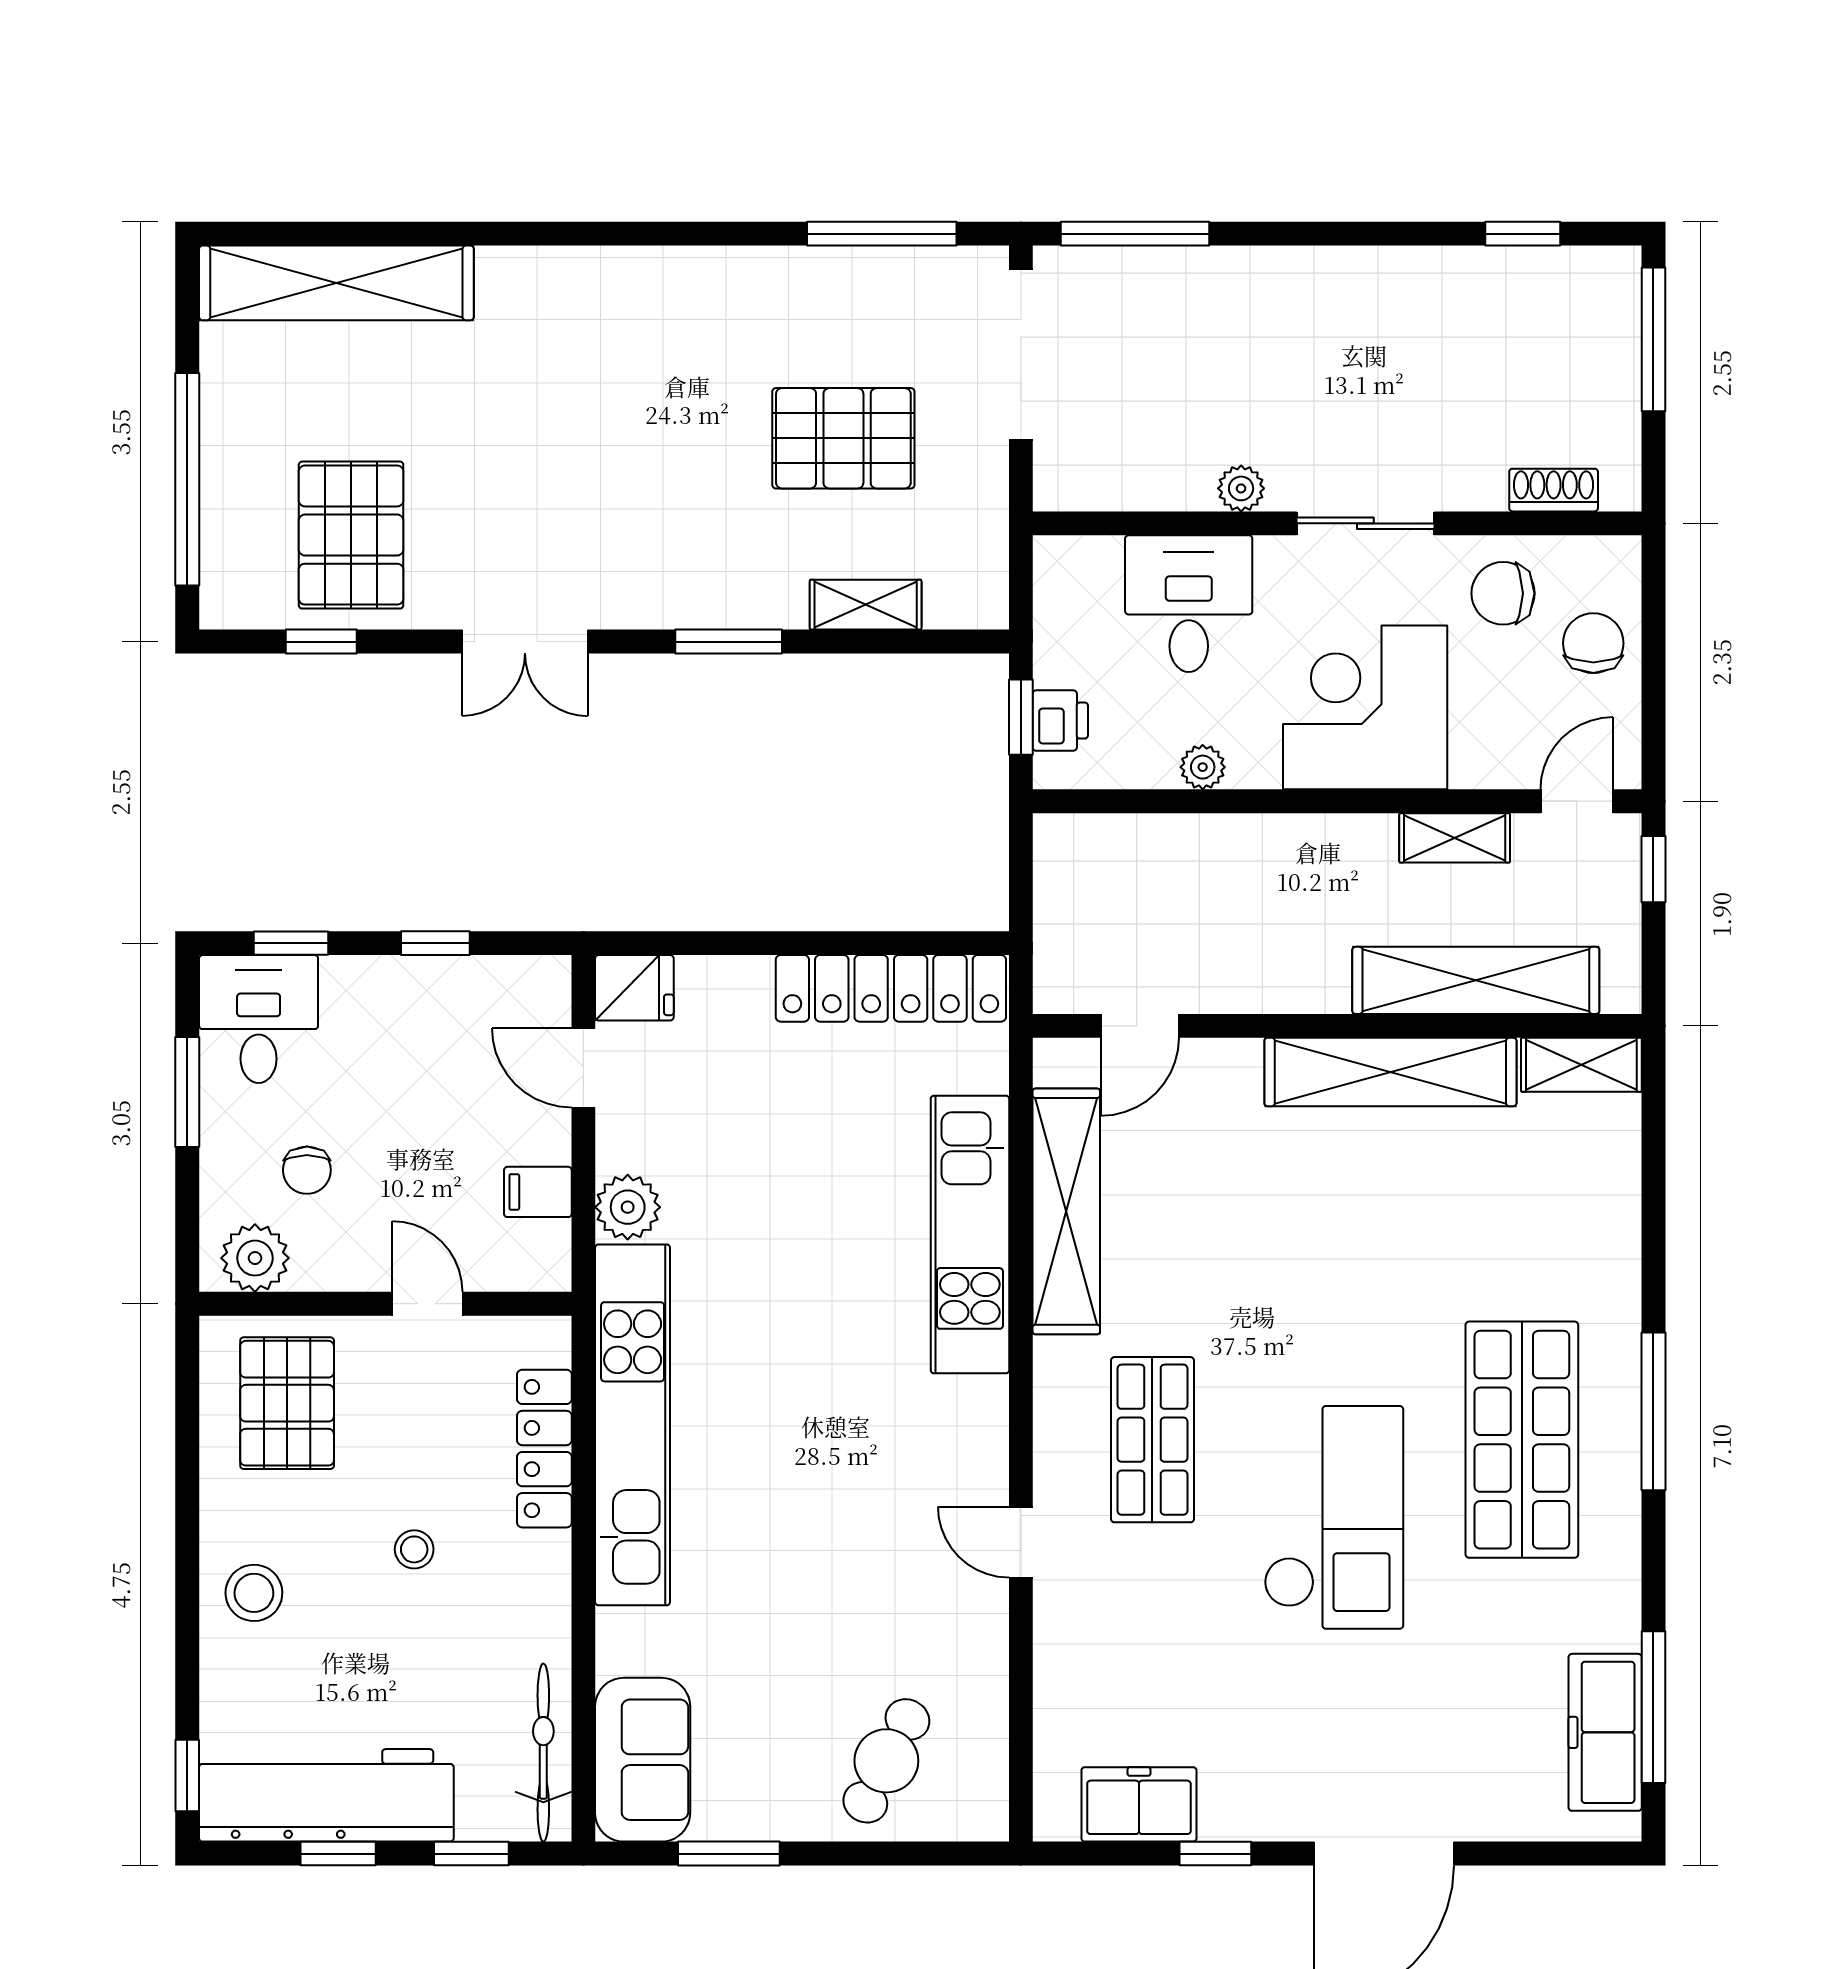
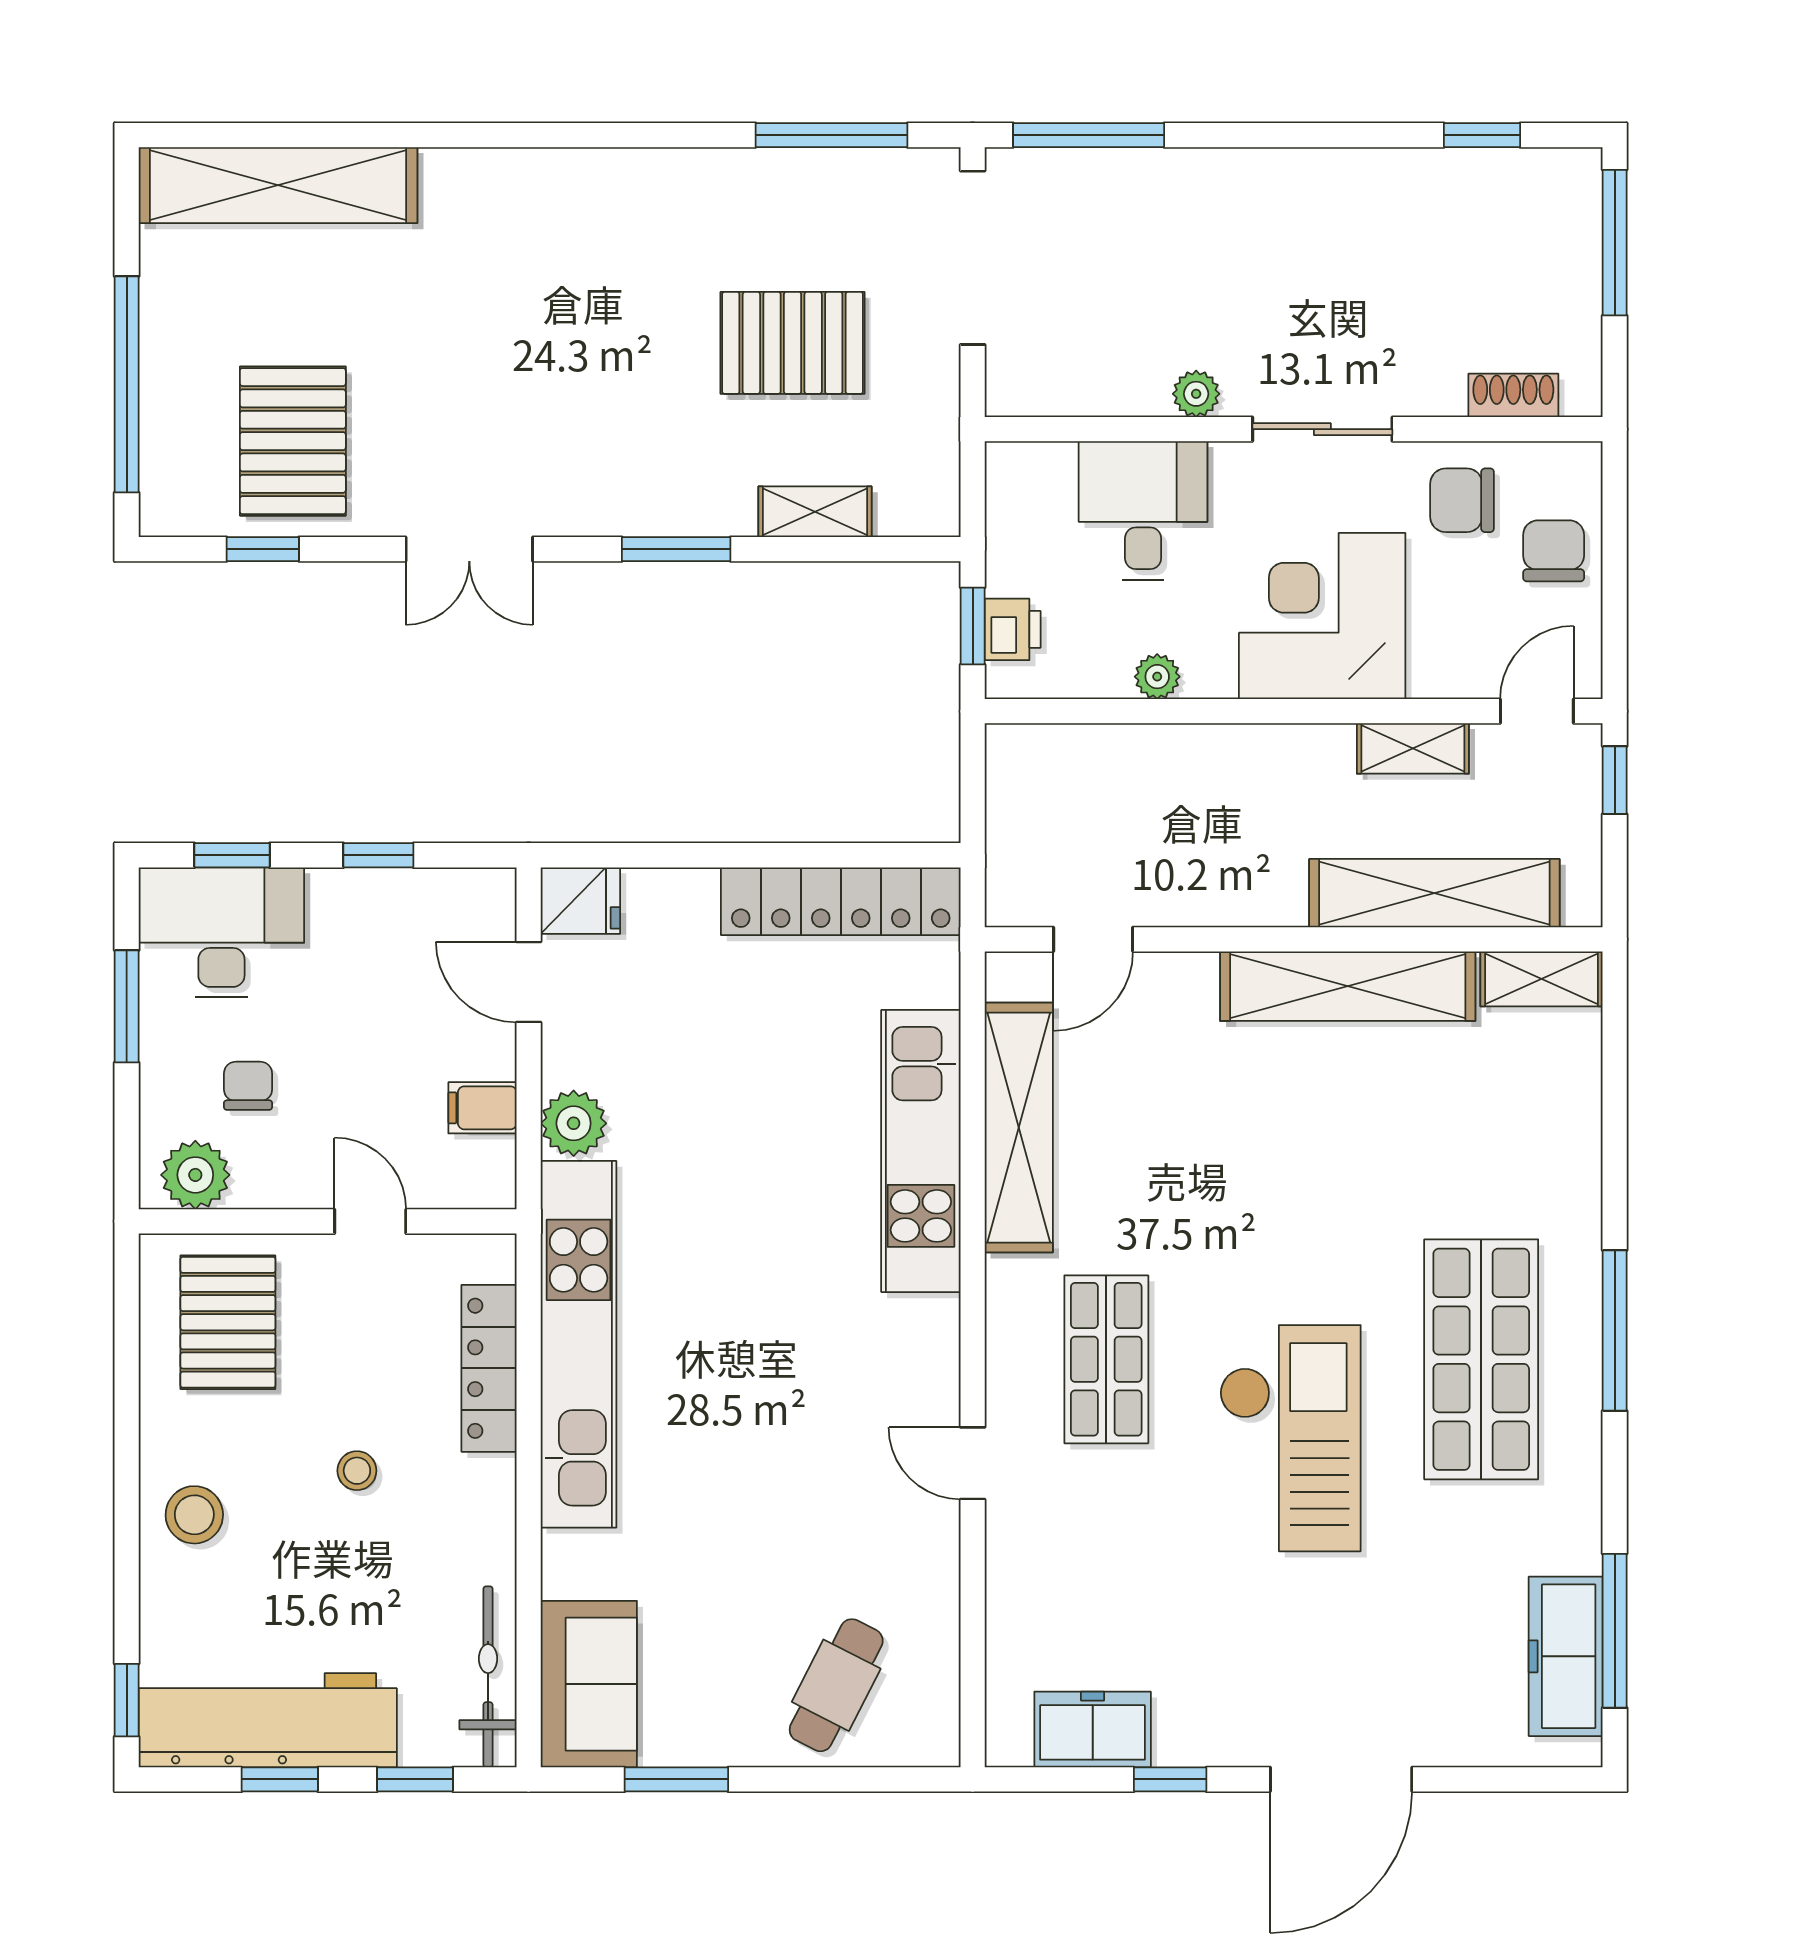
desk: (259, 1019) -> (221, 932), width x1.37
chair: (307, 1170) -> (248, 1086), turned 180

